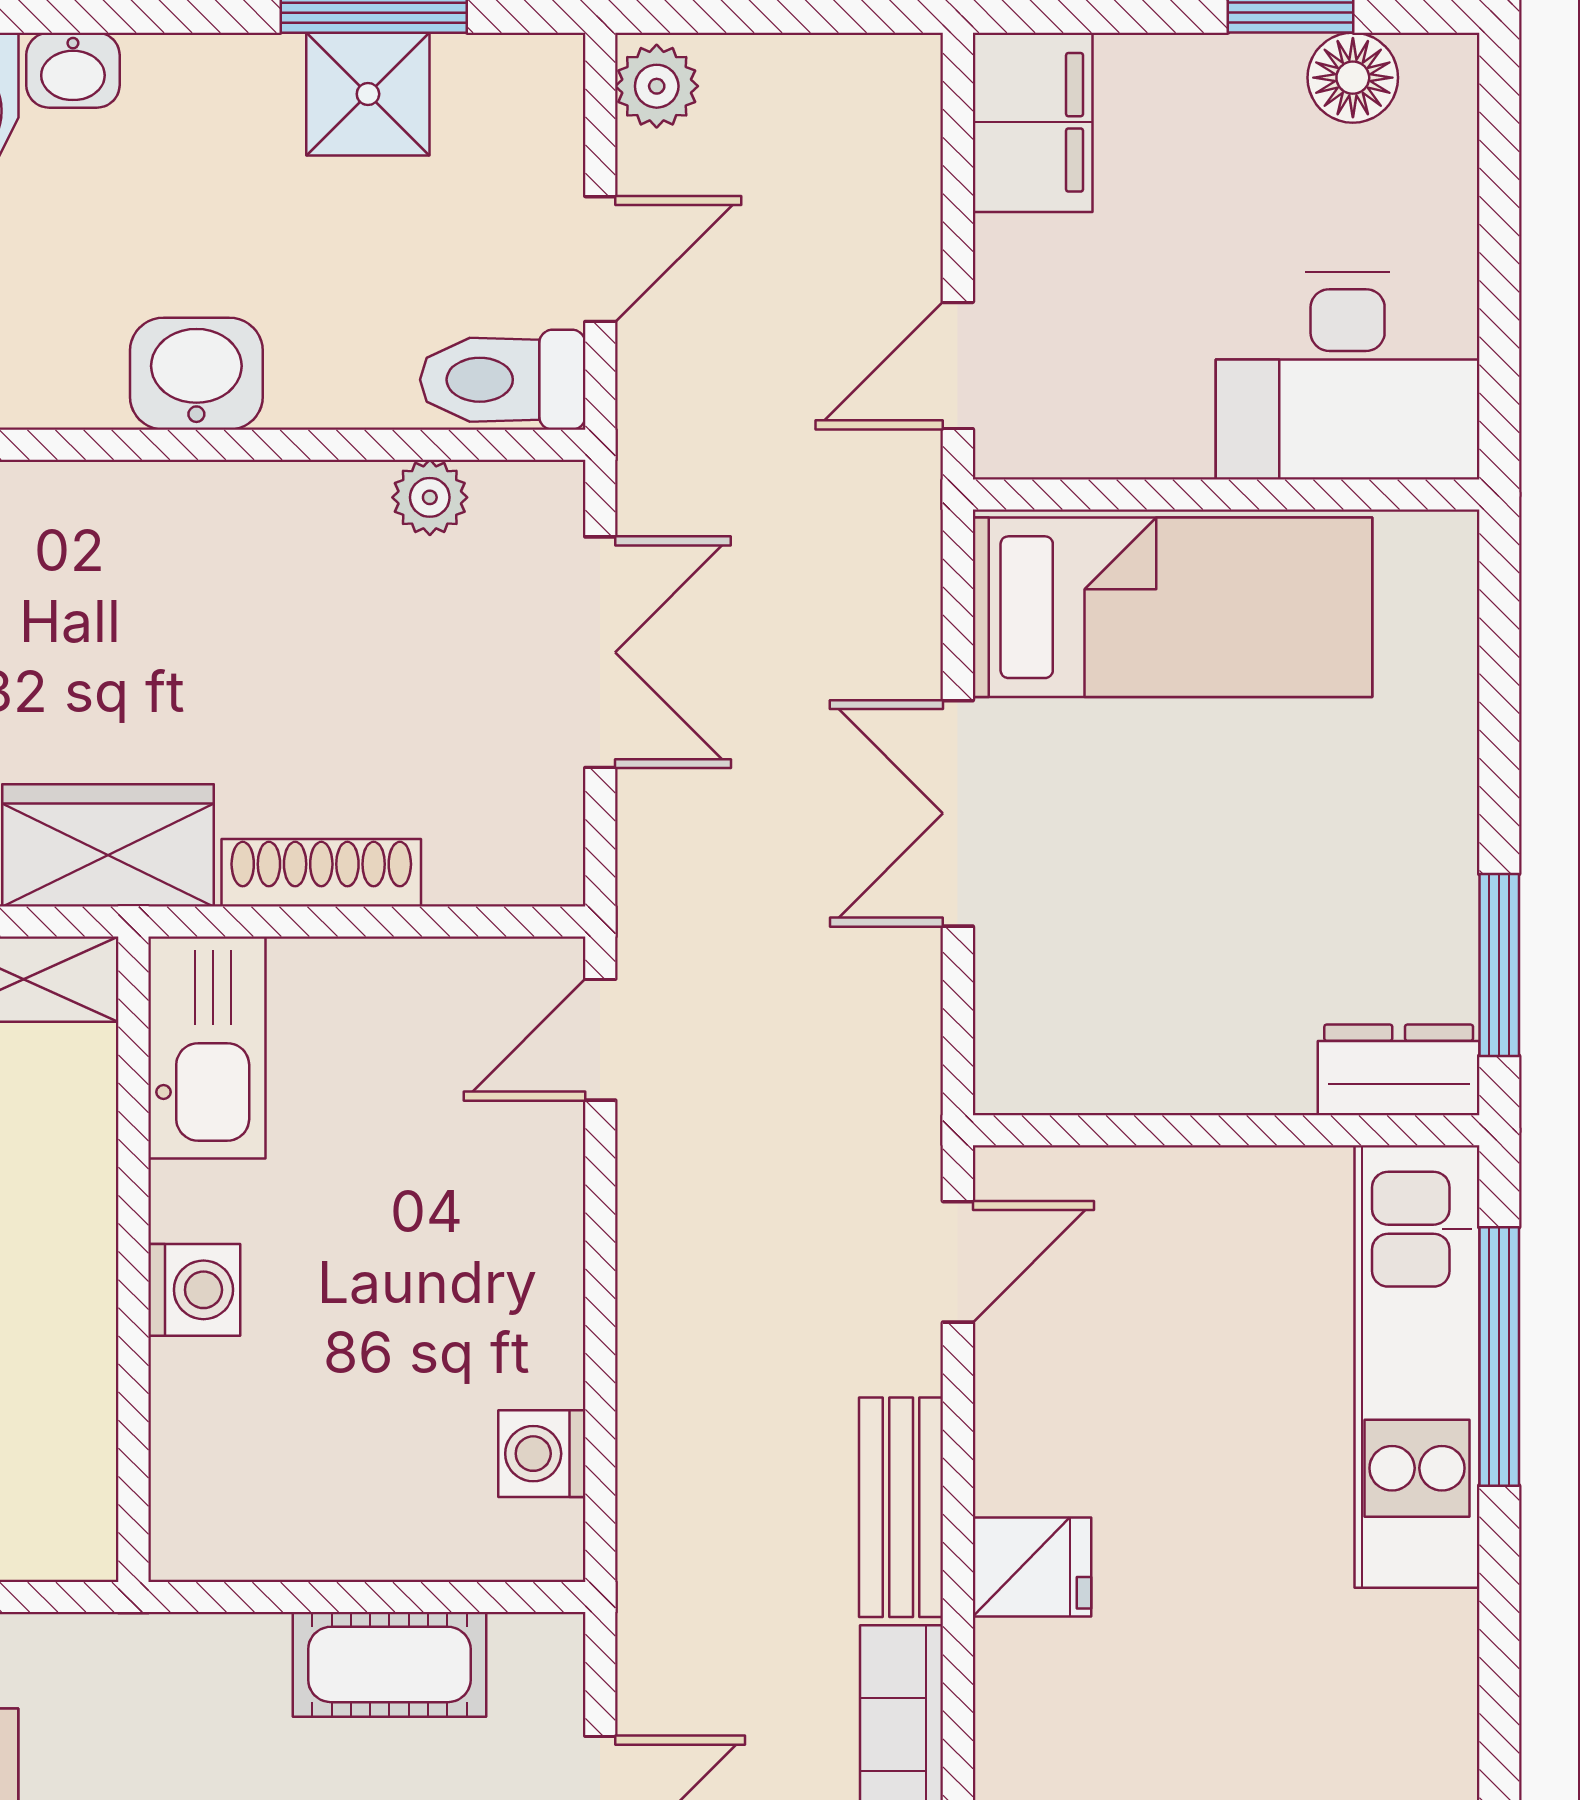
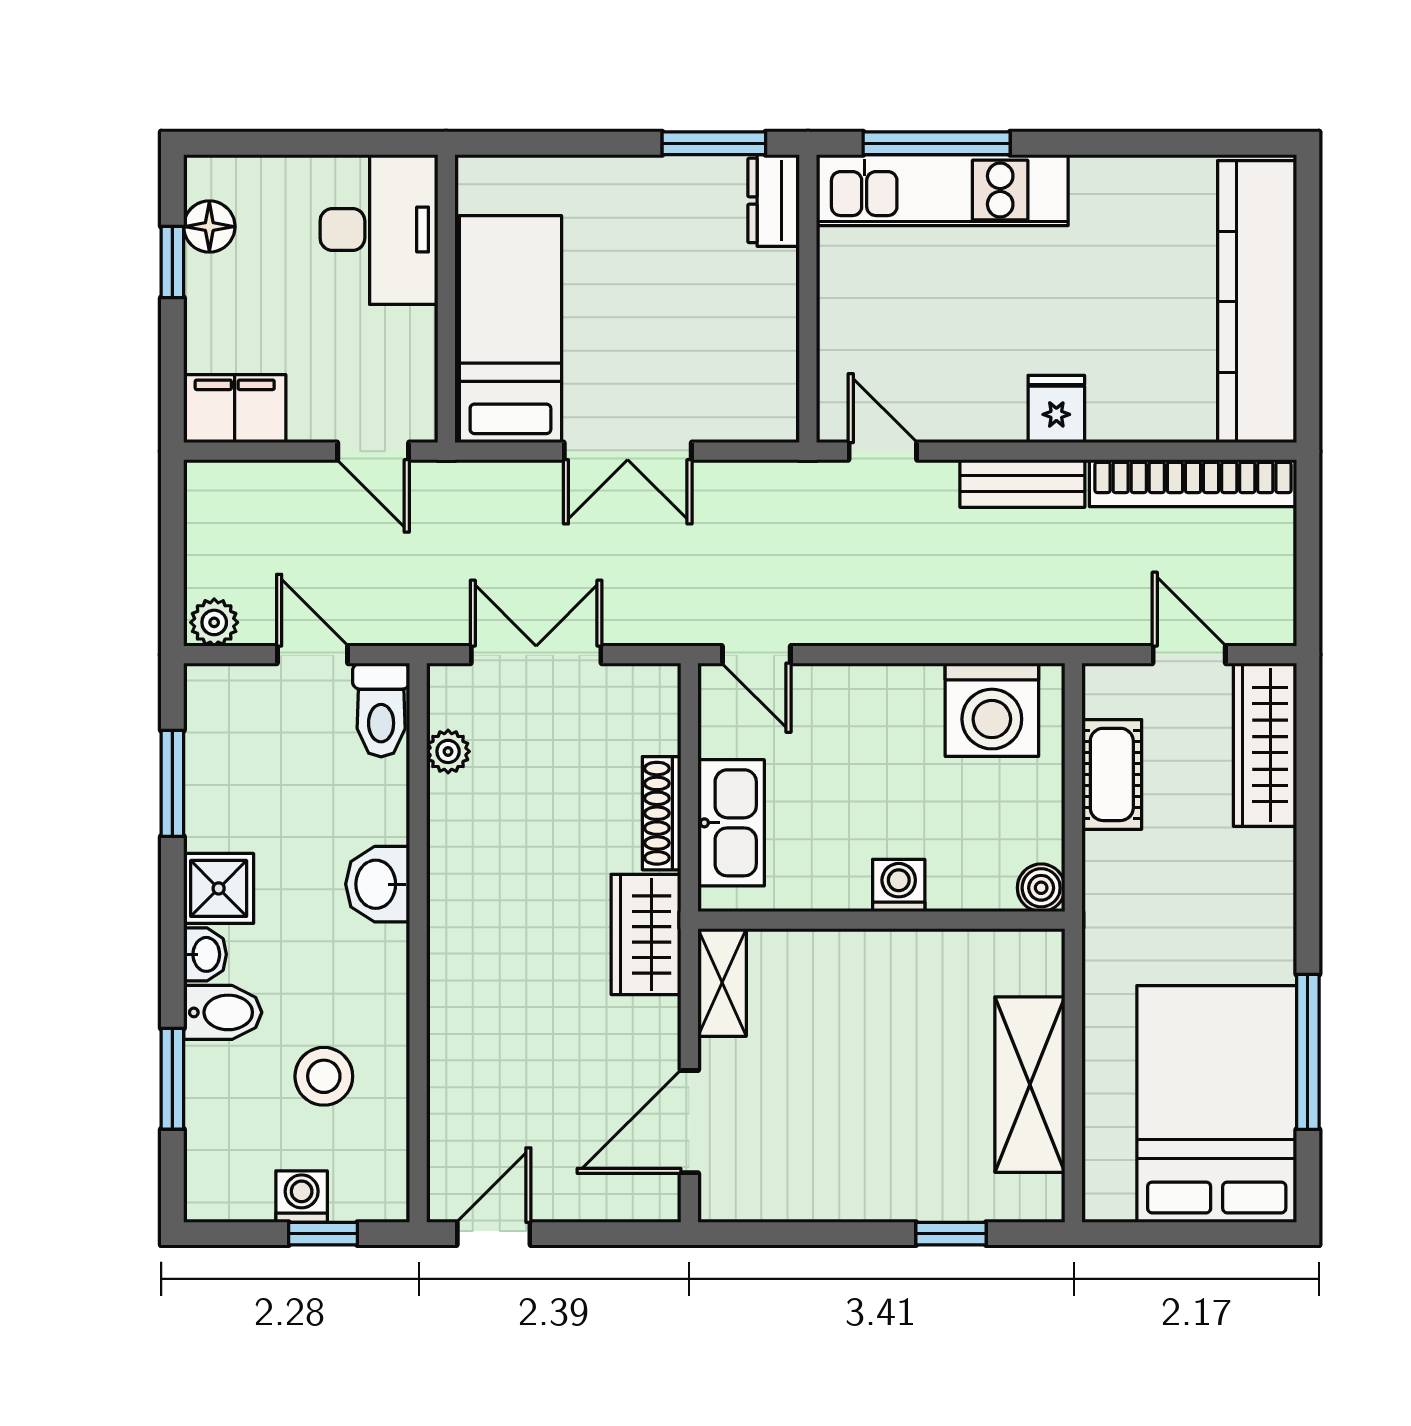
shower: (368, 94) -> (219, 888), moved
kitchen sink: (207, 1048) -> (731, 823), moved, turned 90
washing machine: (542, 1454) -> (992, 710), width x1.89, depth x1.89
boiler: (190, 1540) -> (1041, 888), added

